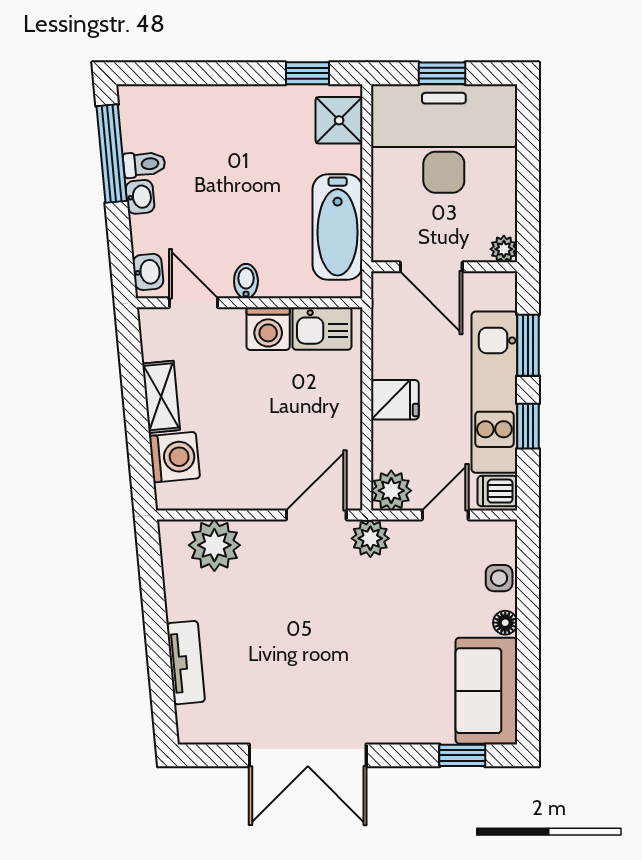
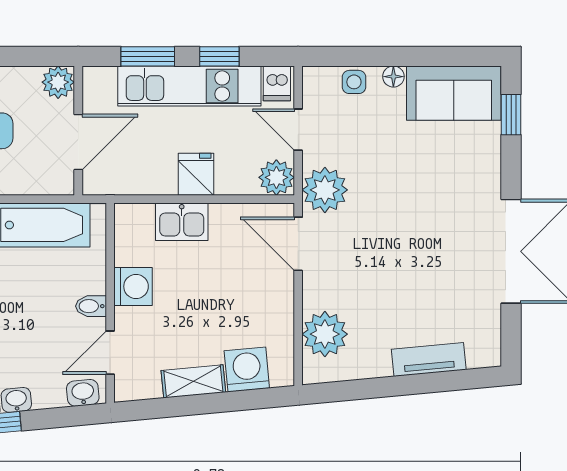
plant: (504, 249) -> (58, 82), width x1.37, depth x1.37
kitchen sink: (322, 328) -> (182, 222), moved, turned 90
plant: (370, 538) -> (325, 190), width x1.36, depth x1.36

